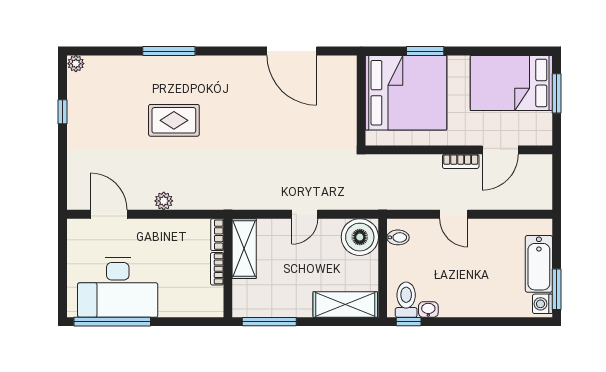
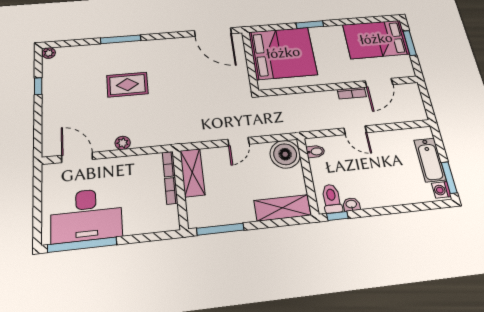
bed: (406, 93) -> (283, 53), moved
wall: (361, 100) -> (250, 61), moved

